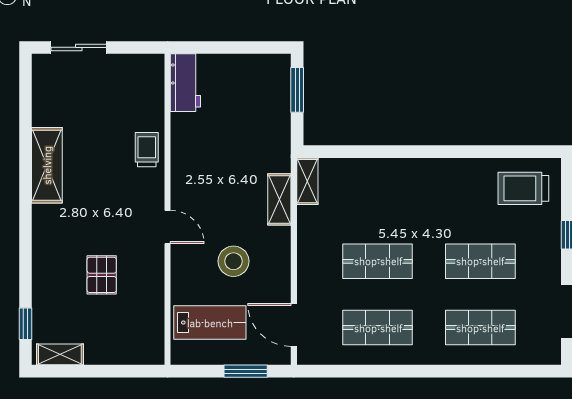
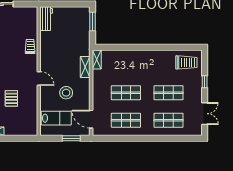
trolley: (523, 188) -> (186, 62), turned 180

